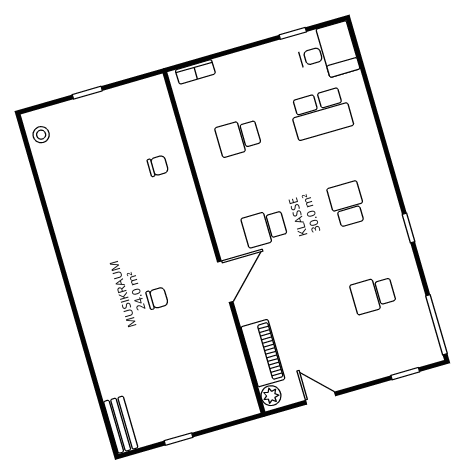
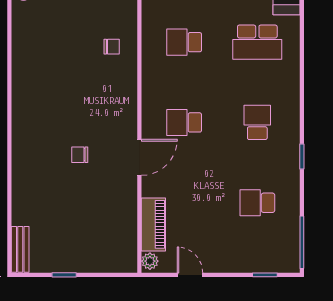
chair: (157, 298) -> (80, 155), turned 180

